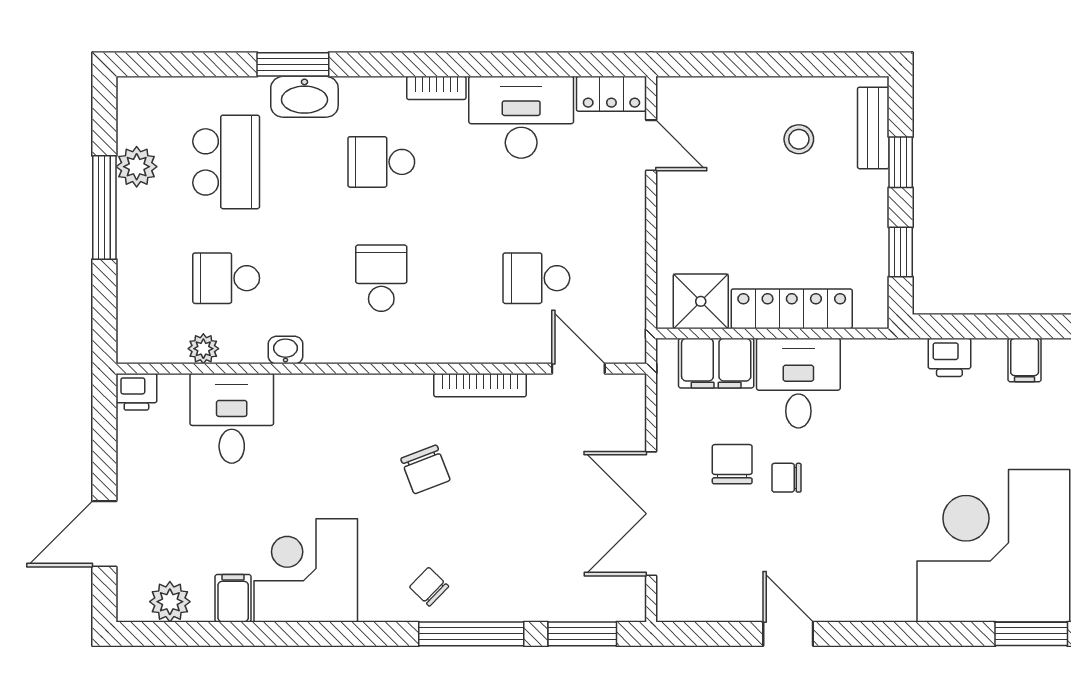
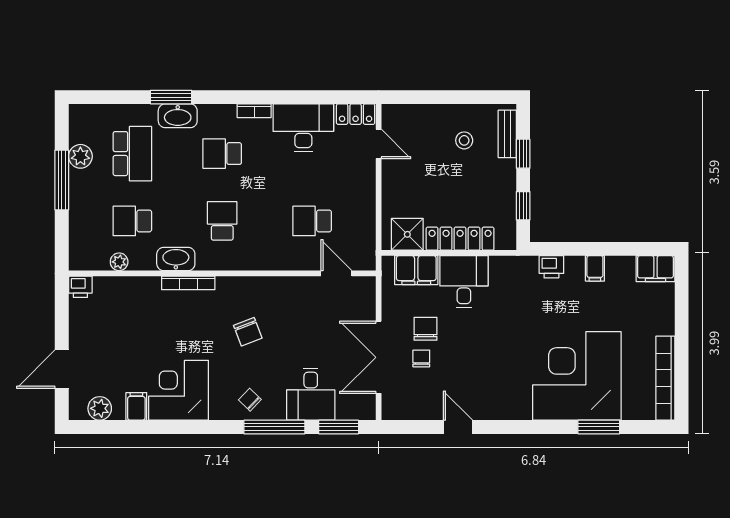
washbasin: (286, 350) -> (176, 259), width x1.91, depth x1.45
bookcase: (480, 385) -> (188, 283), moved
desk: (232, 418) -> (311, 394), moved, turned 180
chair: (787, 478) -> (421, 358), moved, turned 90

